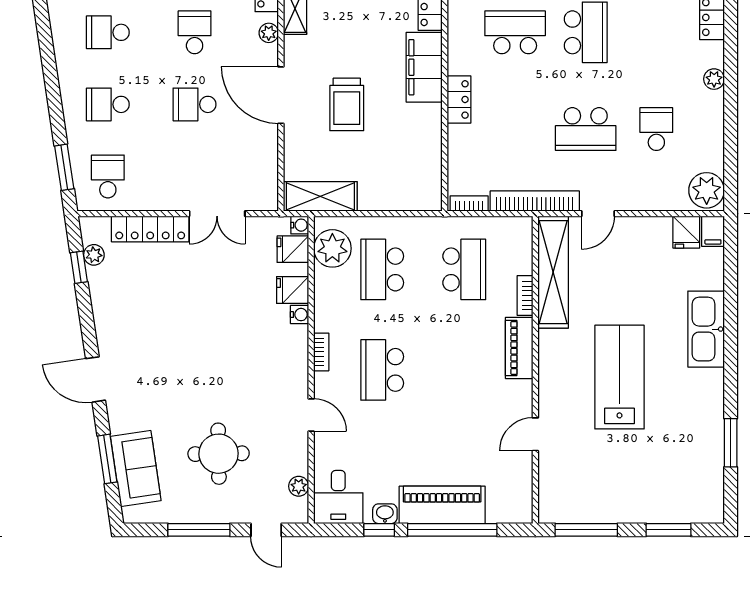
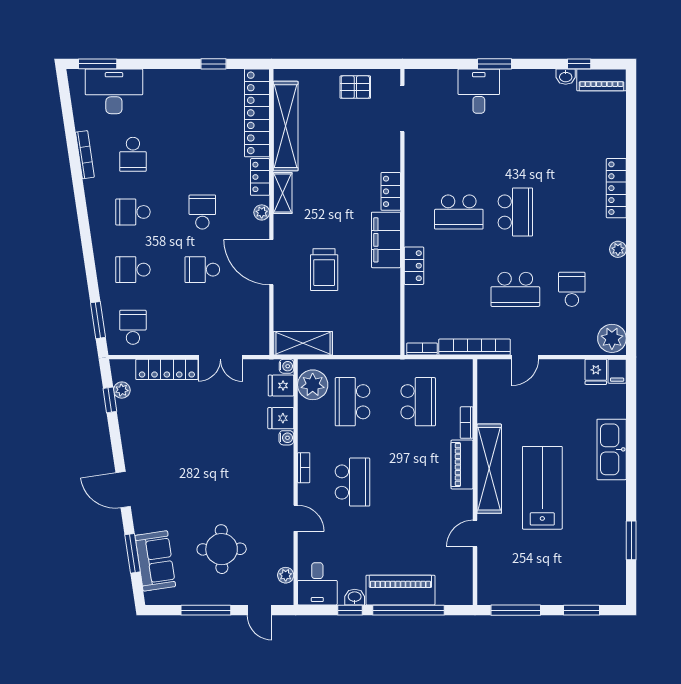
school desk: (515, 32) -> (459, 212), turned 180
shelving: (553, 272) -> (489, 469), moved
school desk: (382, 370) -> (352, 482), turned 180

